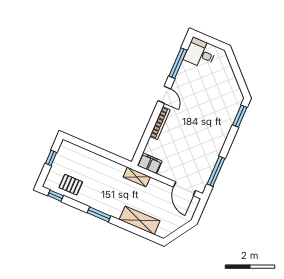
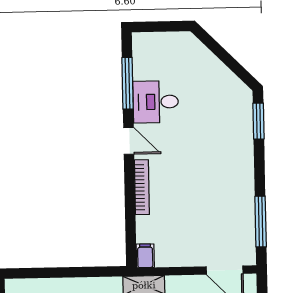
desk: (200, 53) -> (156, 102), moved
filing cabinet: (150, 163) -> (145, 256), width x0.50

